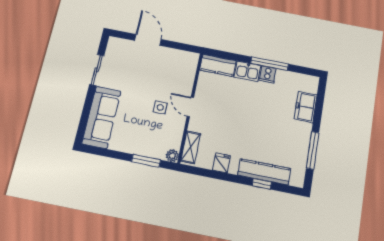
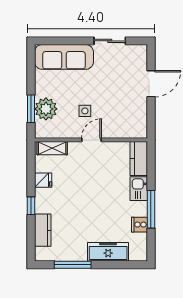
cooker: (268, 74) -> (140, 225), moved
freezer: (306, 107) -> (108, 252), width x1.40
plant: (172, 156) -> (46, 109), moved, width x1.88, depth x1.88
kitchen counter: (264, 172) -> (43, 230), width x0.67
window: (262, 184) -> (31, 206), moved

